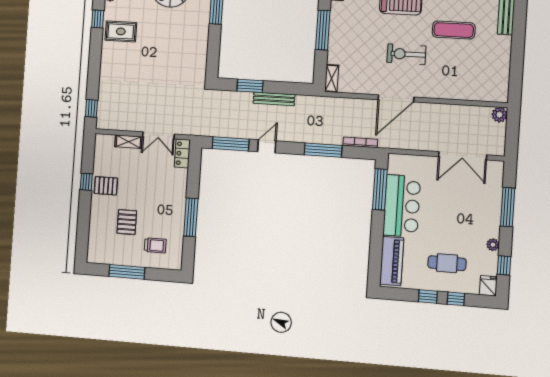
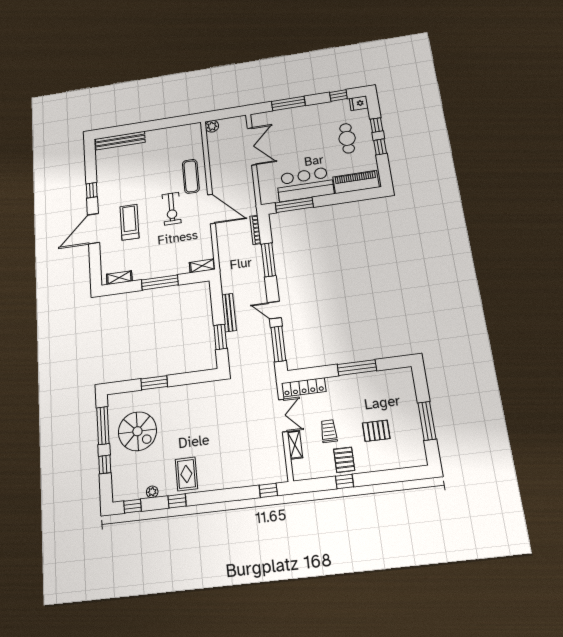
exercise mat: (454, 30) -> (191, 176), moved
locker: (182, 153) -> (304, 387), width x1.53
trolley: (155, 245) -> (329, 431), moved
plant: (493, 245) -> (323, 107), removed

